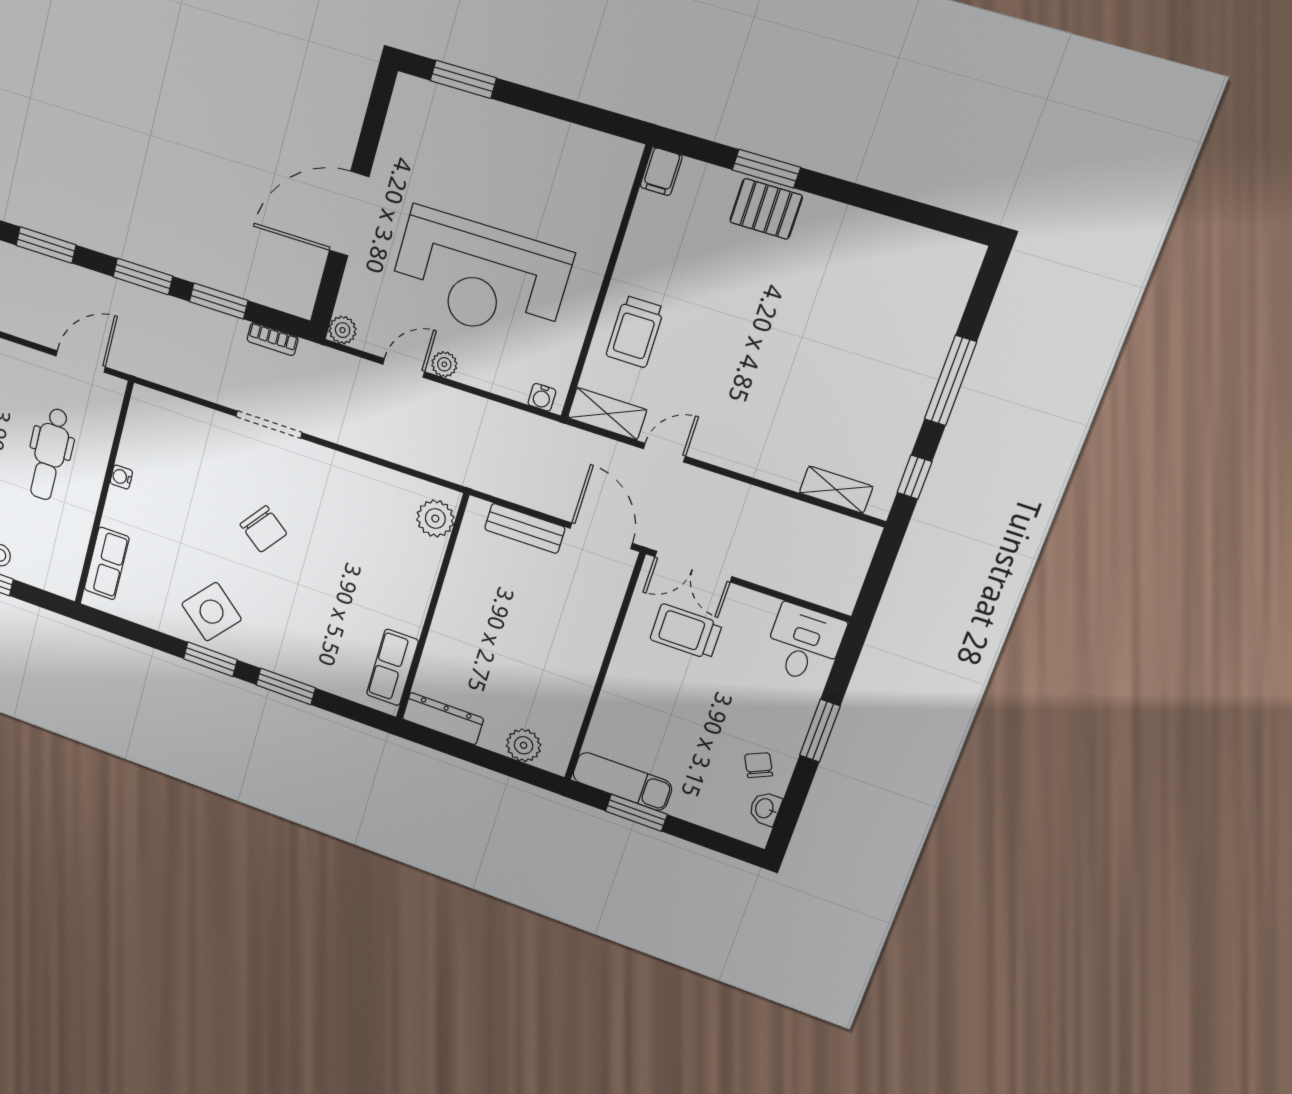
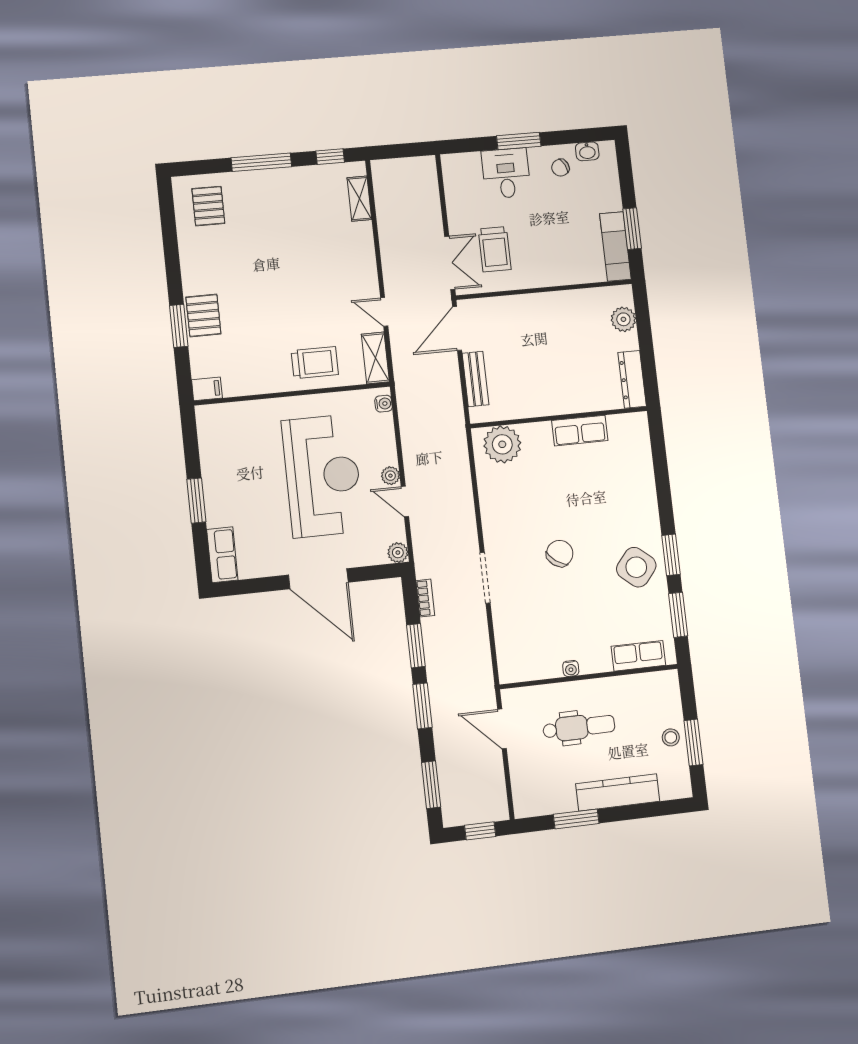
window: (463, 79) -> (196, 500), moved
row of seats: (430, 100) -> (222, 555), added
pallet: (921, 281) -> (208, 206), added
plant: (435, 519) -> (502, 444), width x1.36, depth x1.36
desk: (804, 644) -> (506, 173), moved, turned 90
row of seats: (392, 667) -> (580, 431), moved
window: (286, 686) -> (678, 615), moved

